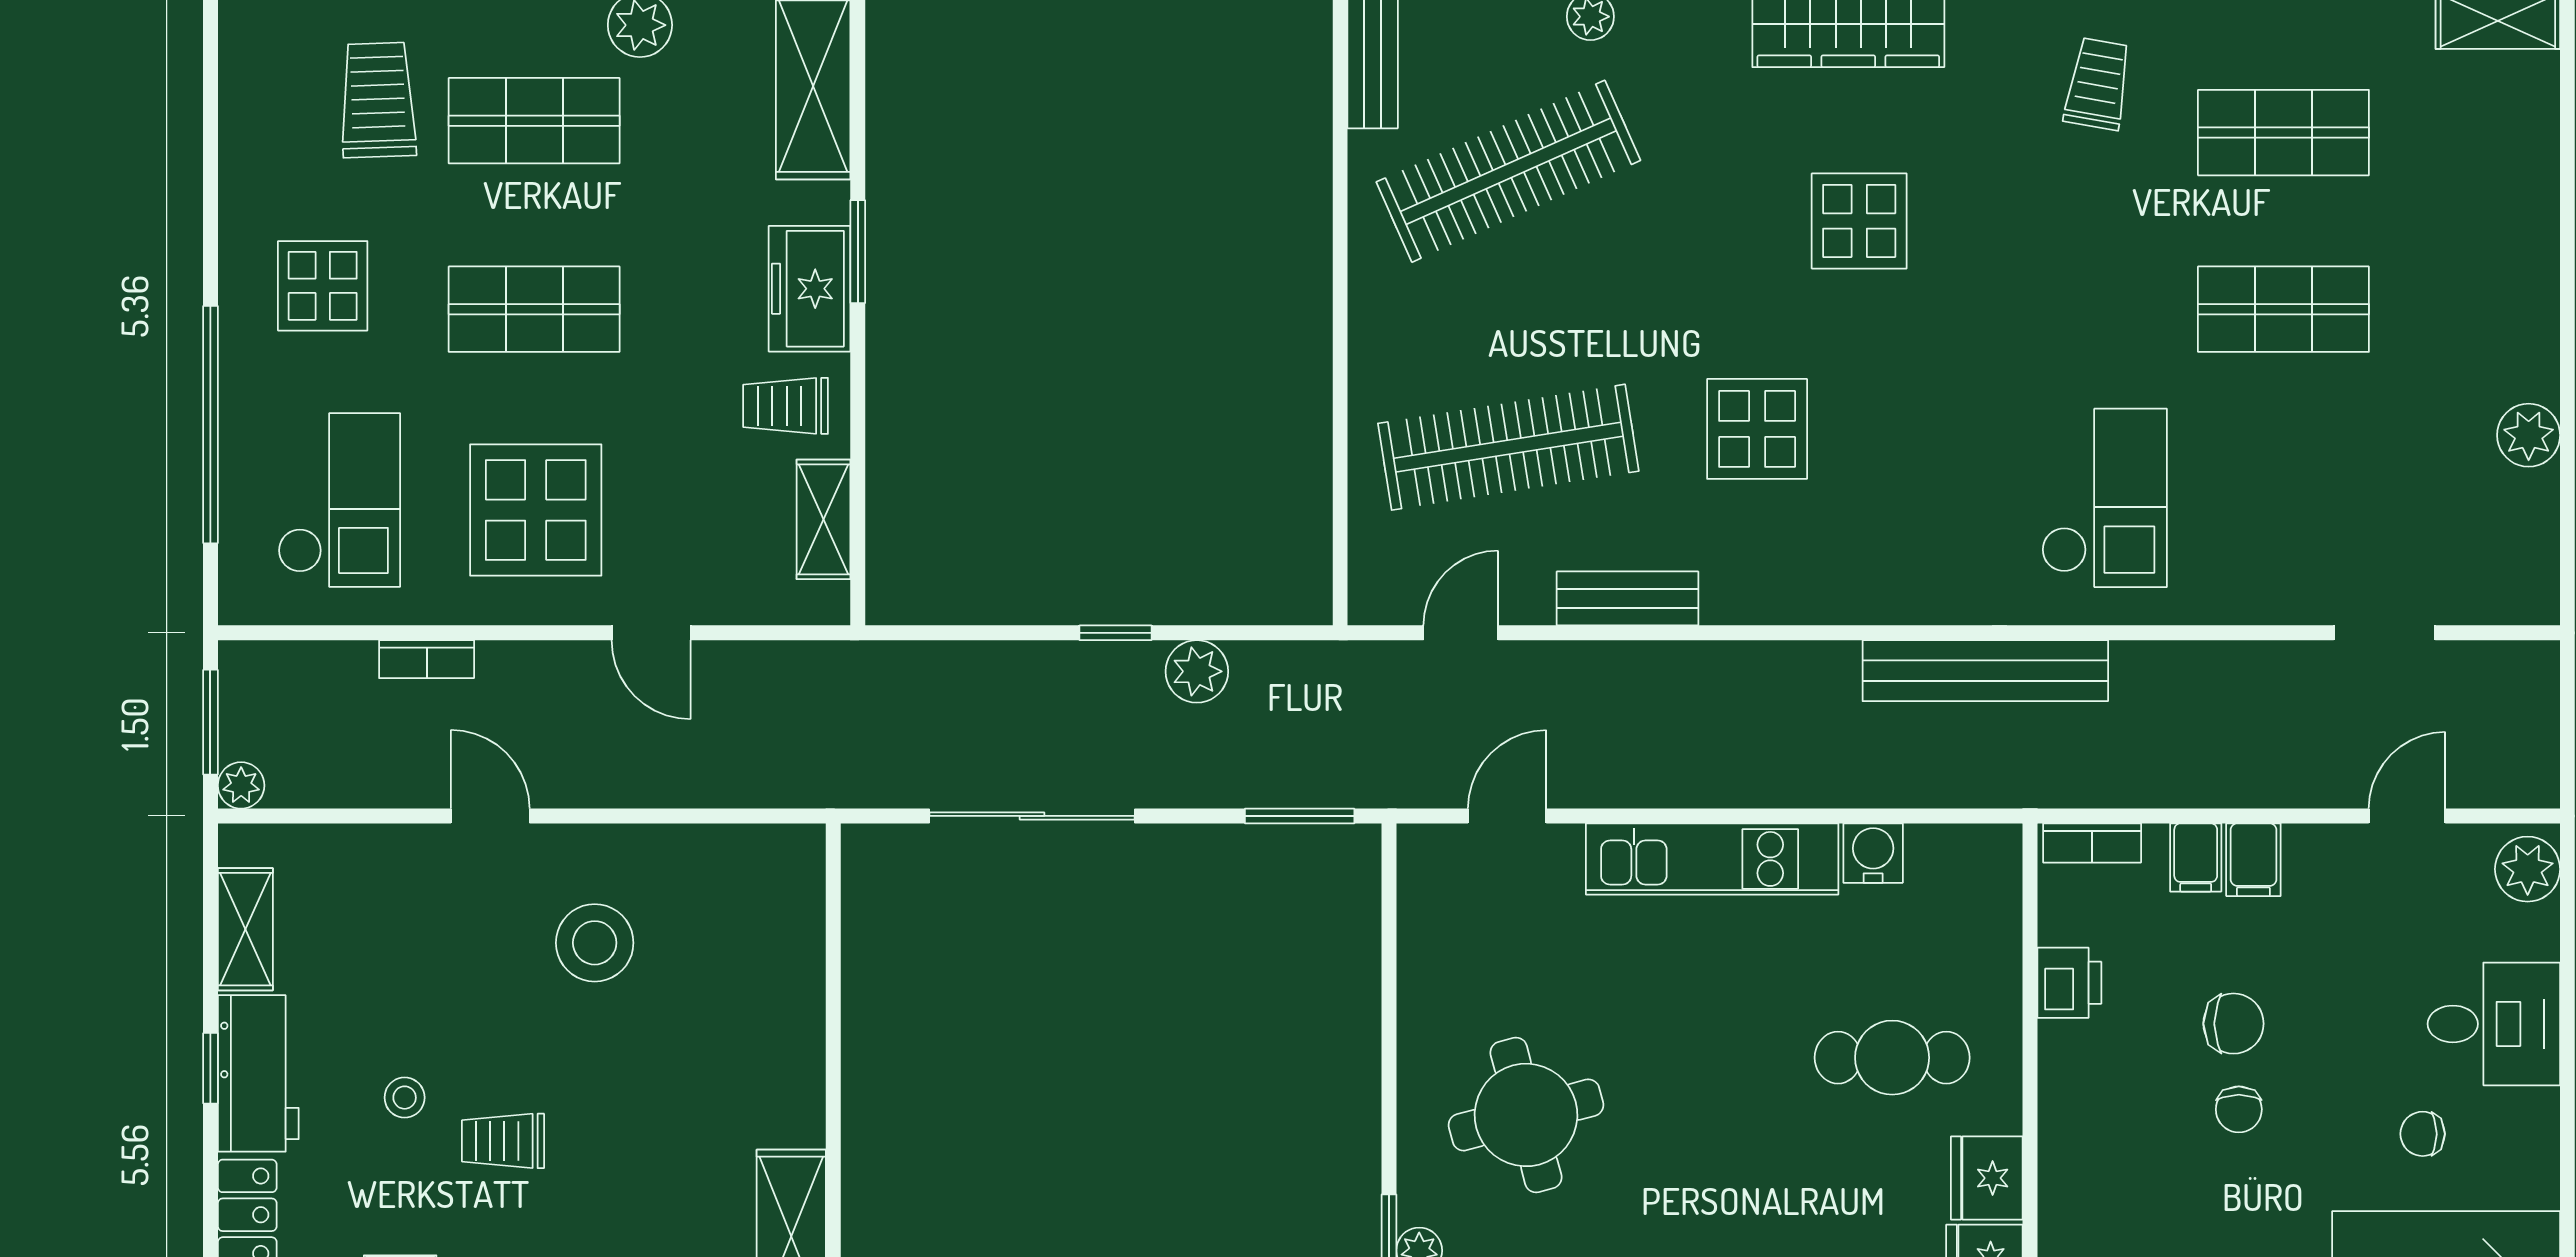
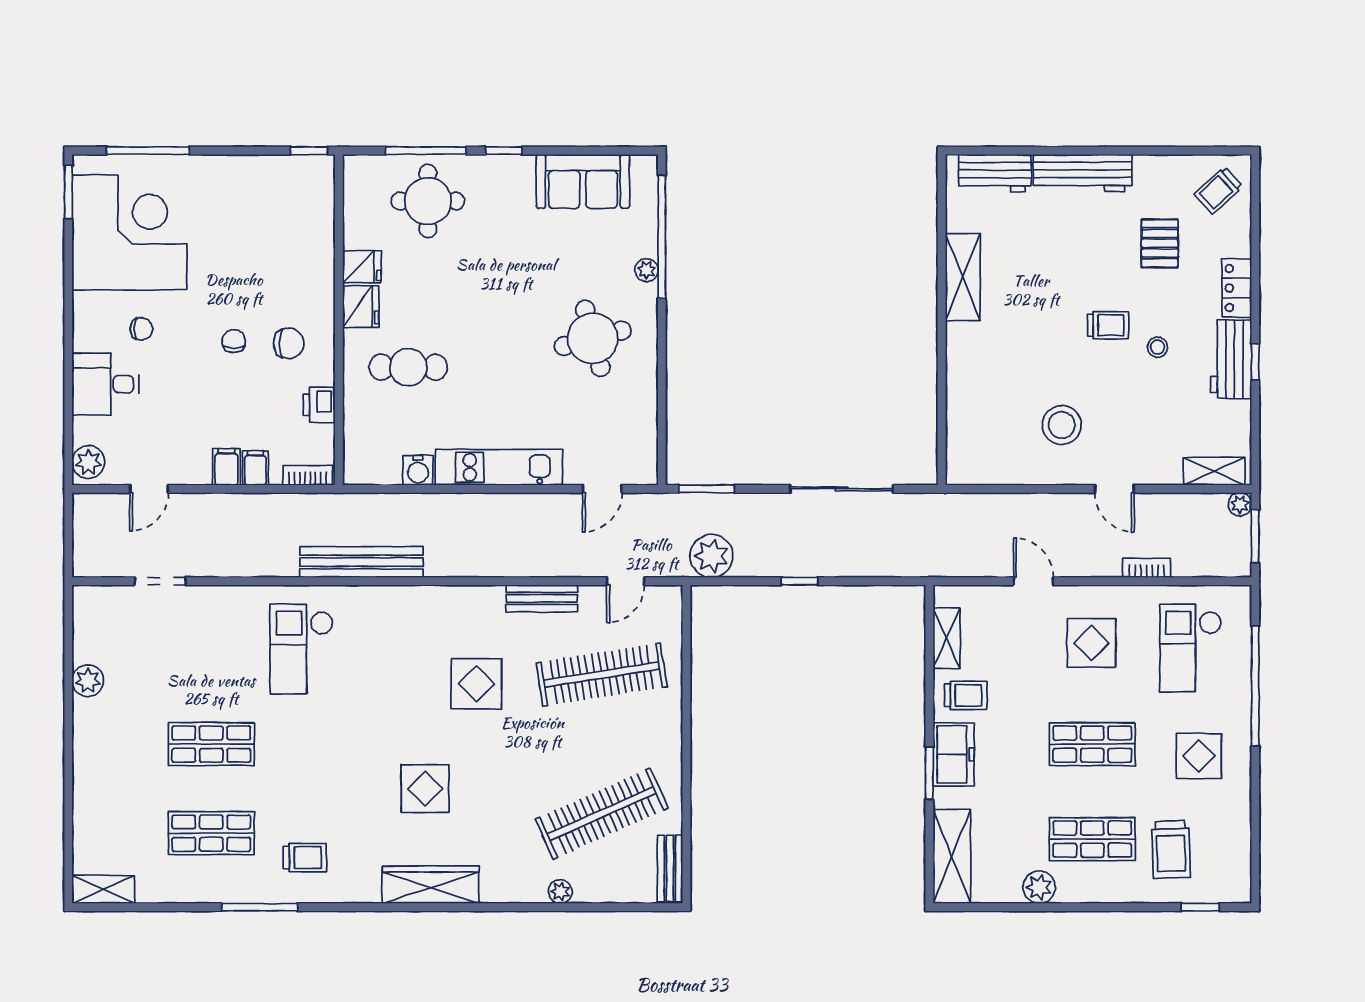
trolley: (2098, 84) -> (305, 858), turned -100
display table: (536, 510) -> (1091, 643), width x0.73, depth x0.73
plant: (1197, 671) -> (711, 556), moved, width x1.36, depth x1.36
shelving: (245, 929) -> (1214, 471), moved, turned 90
chair: (2233, 1024) -> (289, 343), moved, turned 180

